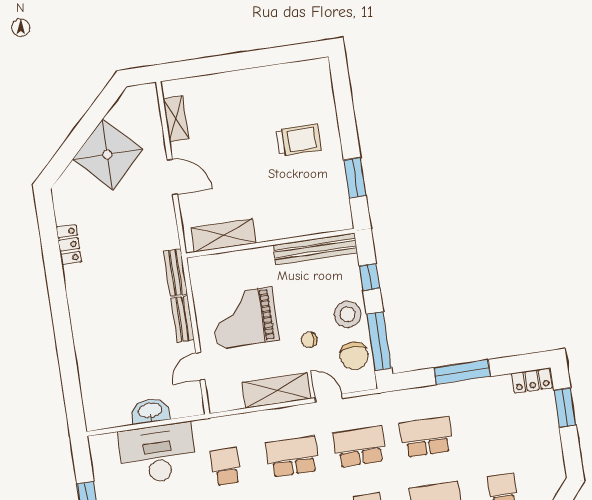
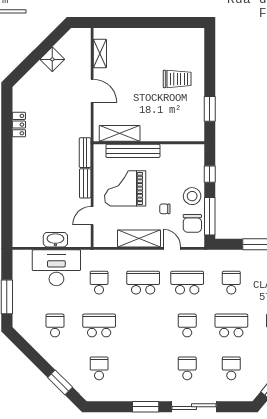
shower: (107, 155) -> (52, 59), width x0.54, depth x0.54
bench: (315, 249) -> (133, 151), moved
school desk: (426, 437) -> (231, 283), width x0.54

